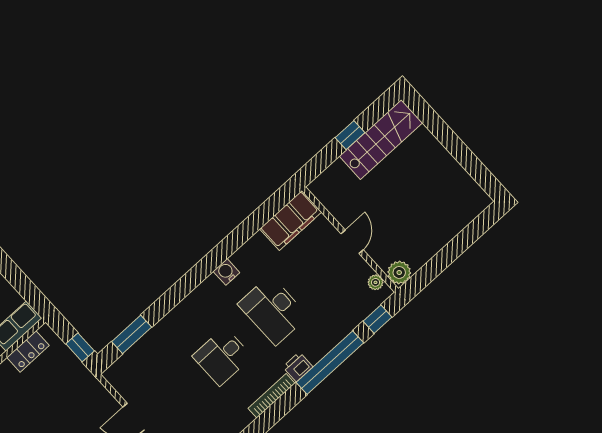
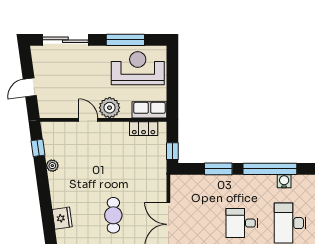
window: (200, 272) -> (270, 169), added
window: (132, 334) -> (218, 169), moved

